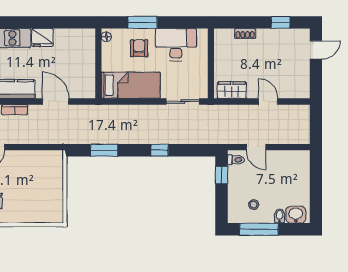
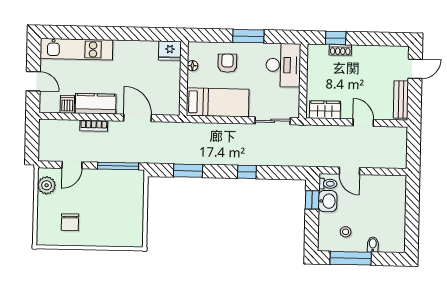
window: (143, 22) -> (248, 36), moved
window: (281, 22) -> (336, 38), moved
floor lamp: (106, 37) -> (192, 66), moved
fridge: (43, 38) -> (170, 51), moved
desk: (176, 45) -> (283, 65), moved, turned 90
bench: (303, 79) -> (401, 100), added
window: (38, 147) -> (118, 166), added
washbasin: (296, 215) -> (328, 201), moved, turned 90

